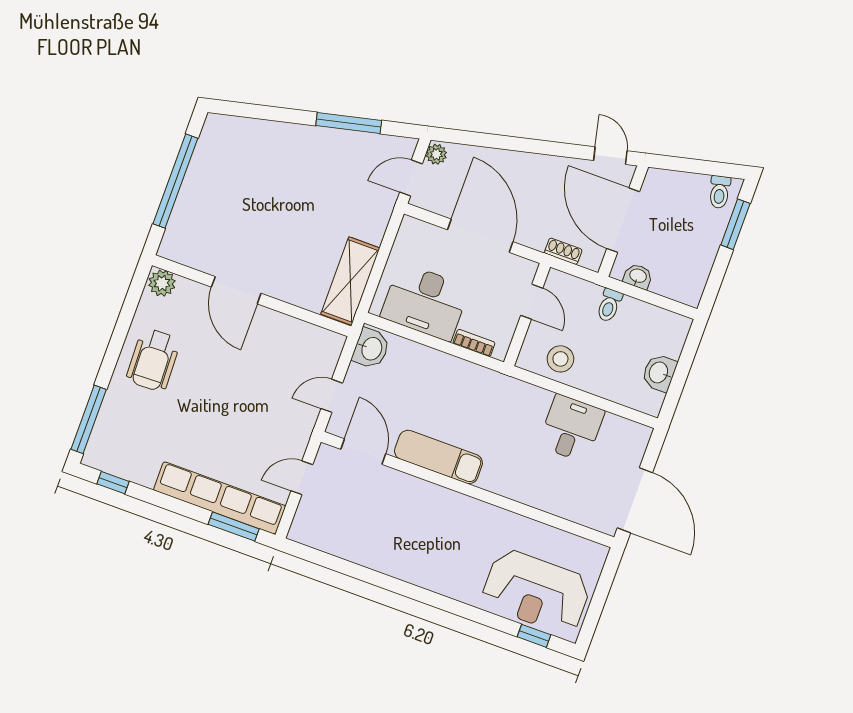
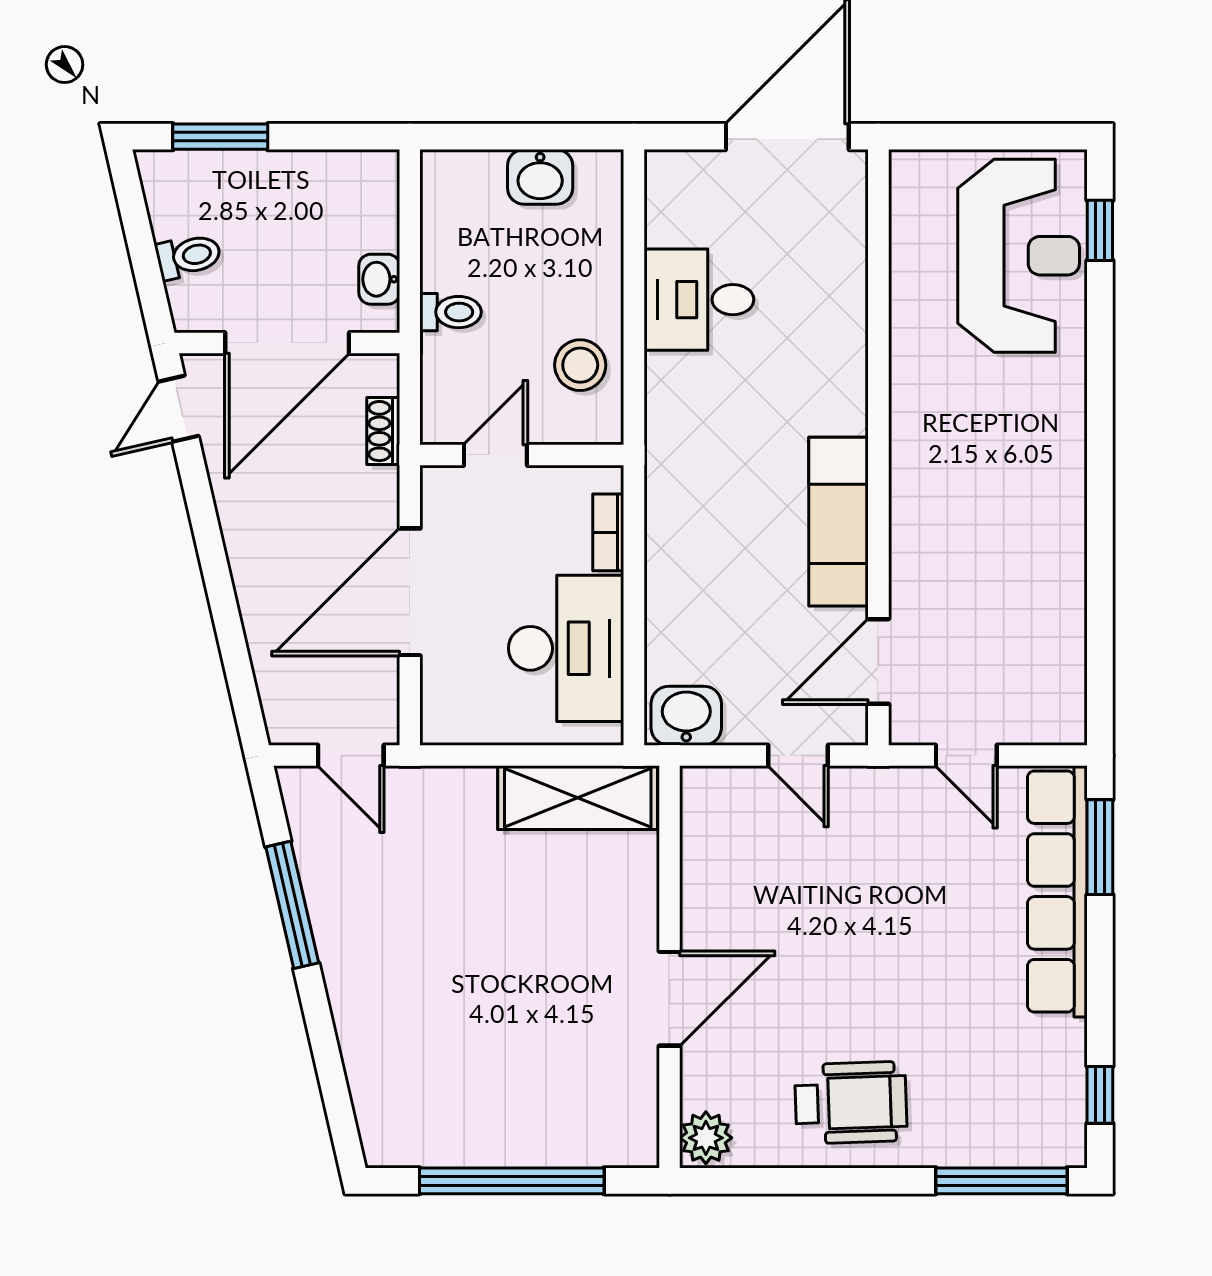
plant: (436, 154) -> (291, 725), removed
toilet: (720, 192) -> (188, 256), moved

